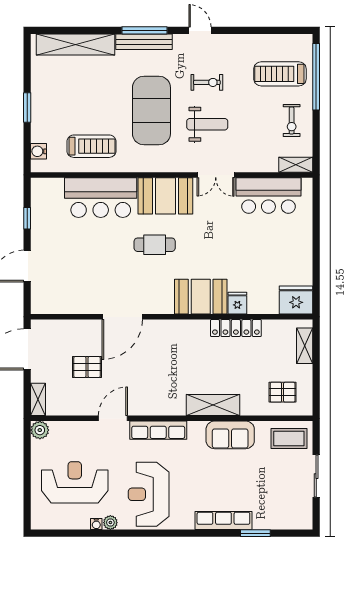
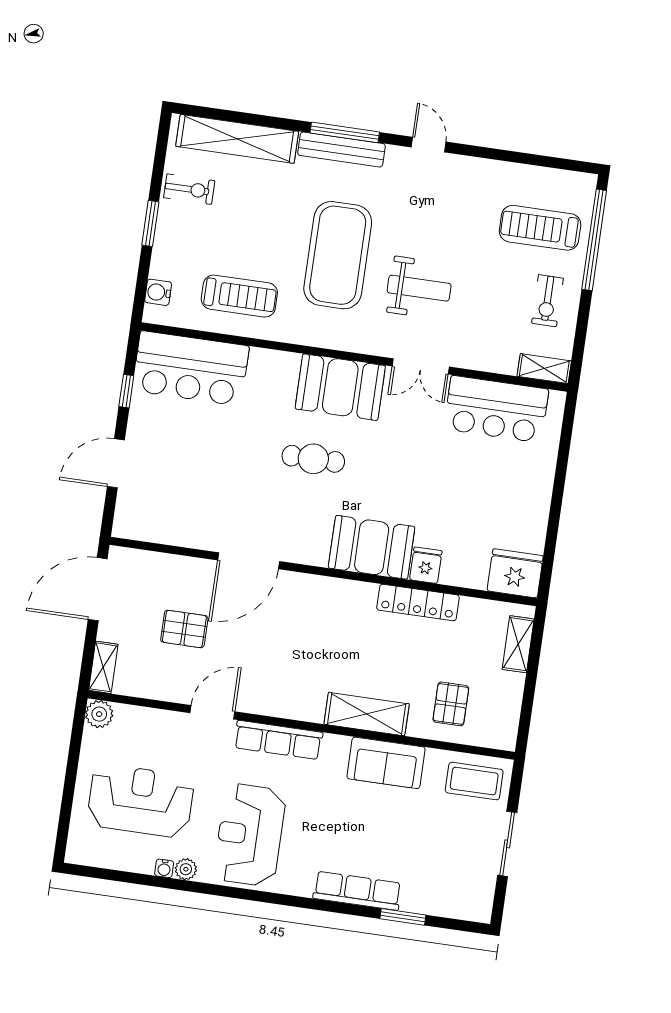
exercise bike: (207, 82) -> (189, 189), moved
bar counter: (101, 198) -> (191, 368), moved
pallet: (283, 392) -> (451, 704), moved, turned 90

